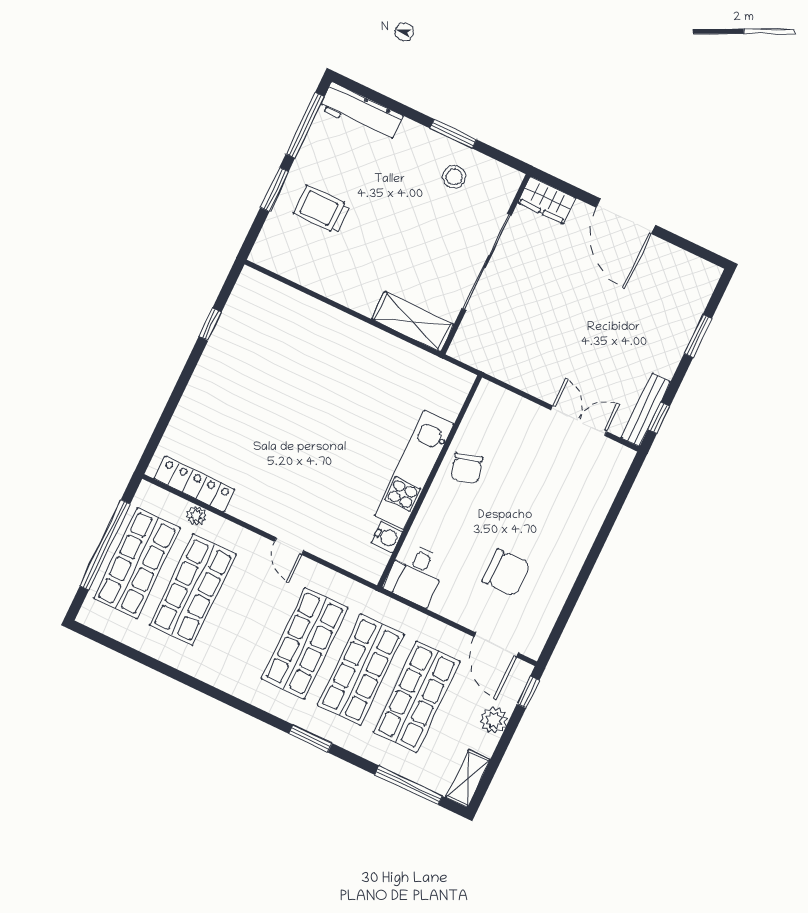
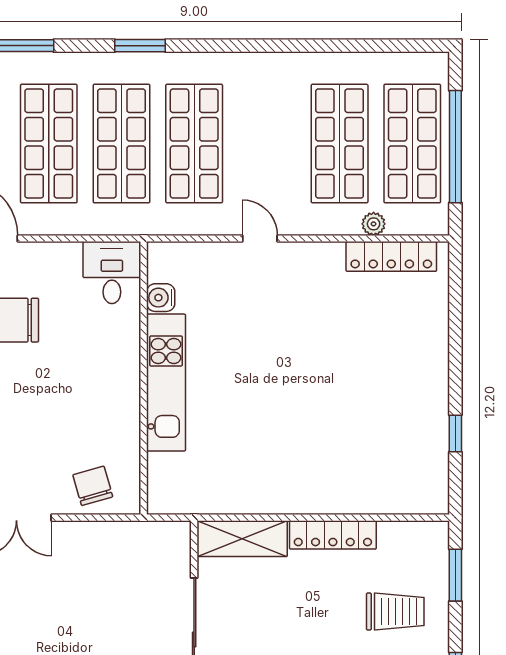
window: (274, 189) -> (455, 575), moved
locker: (342, 291) -> (333, 535), added
chair: (467, 468) -> (93, 486), moved

